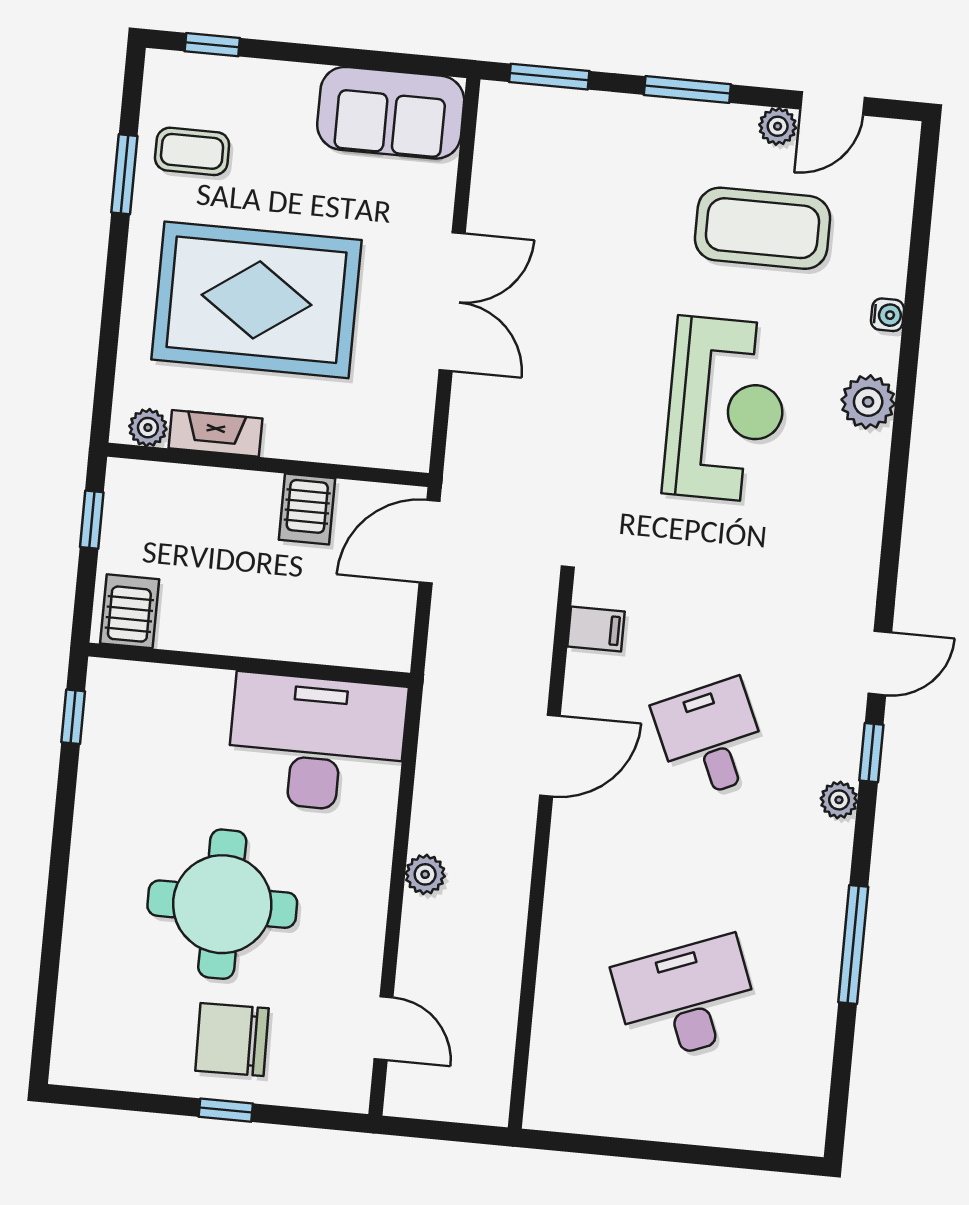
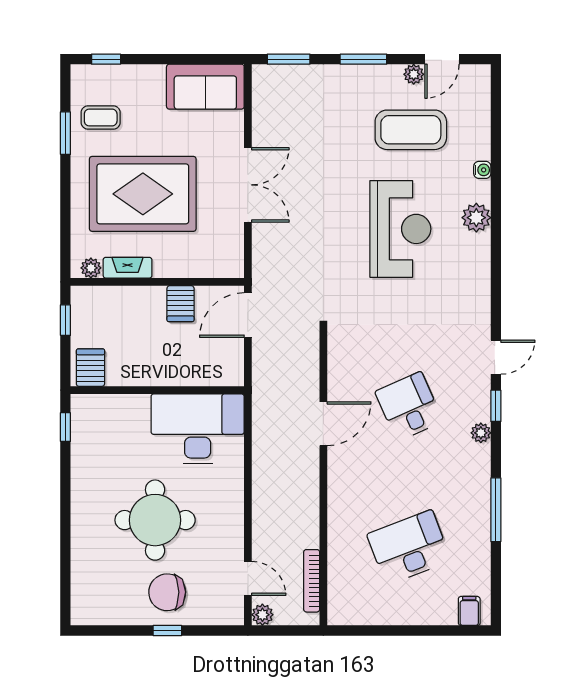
filing cabinet: (596, 629) -> (469, 611), moved, turned -90
plant: (425, 874) -> (262, 615), moved
bookcase: (501, 1044) -> (312, 581), added

